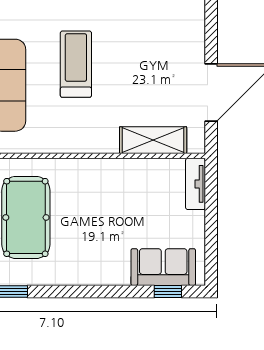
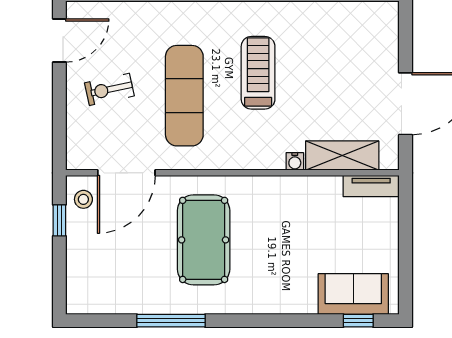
water cooler: (110, 146) -> (295, 161), added
tv unit: (196, 184) -> (371, 186), moved, turned -90

